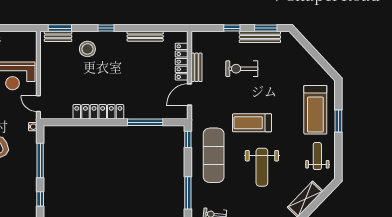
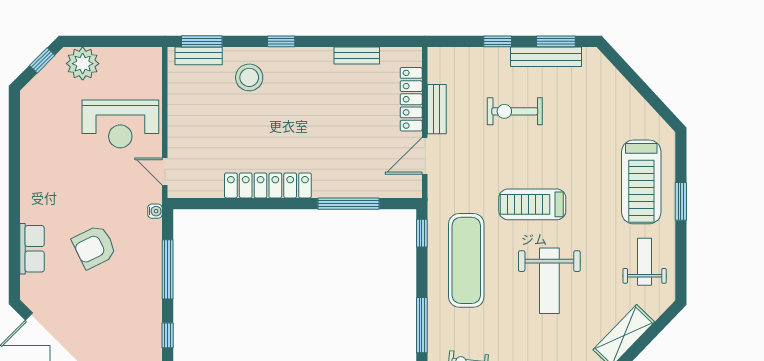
bench: (145, 36) -> (357, 56), width x0.73

